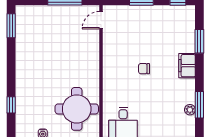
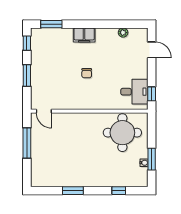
window: (11, 26) -> (73, 191), moved
window: (199, 41) -> (51, 24), moved
window: (199, 105) -> (119, 24), removed

